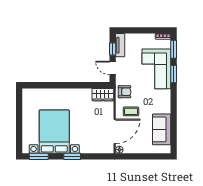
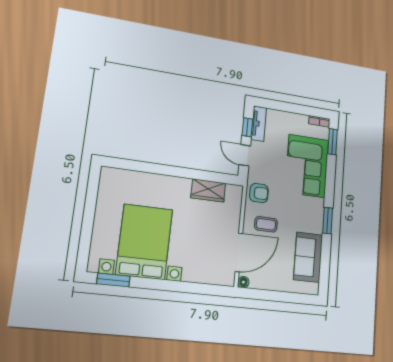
window: (174, 74) -> (328, 221), moved
wardrobe: (103, 95) -> (208, 190), moved
window: (72, 156) -> (168, 285), removed

